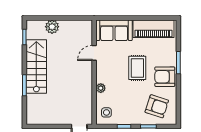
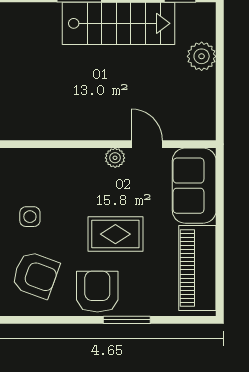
plant: (101, 88) -> (115, 158), moved
armchair: (157, 106) -> (35, 275), turned -88
side table: (106, 112) -> (30, 217), moved

